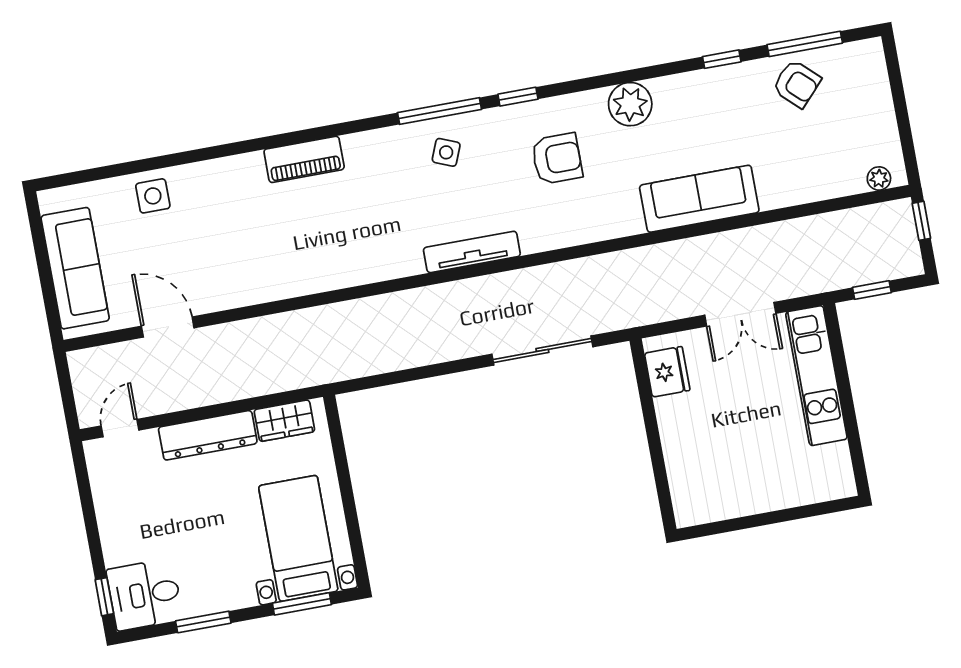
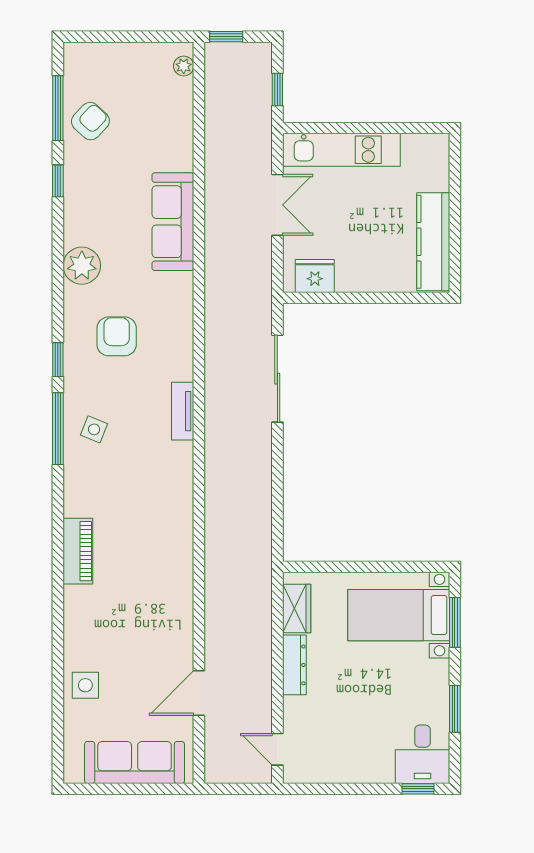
tv unit: (472, 252) -> (183, 411), width x0.71
dresser: (208, 435) -> (294, 665), width x0.73, depth x0.80
kitchen counter: (731, 500) -> (433, 242), added

